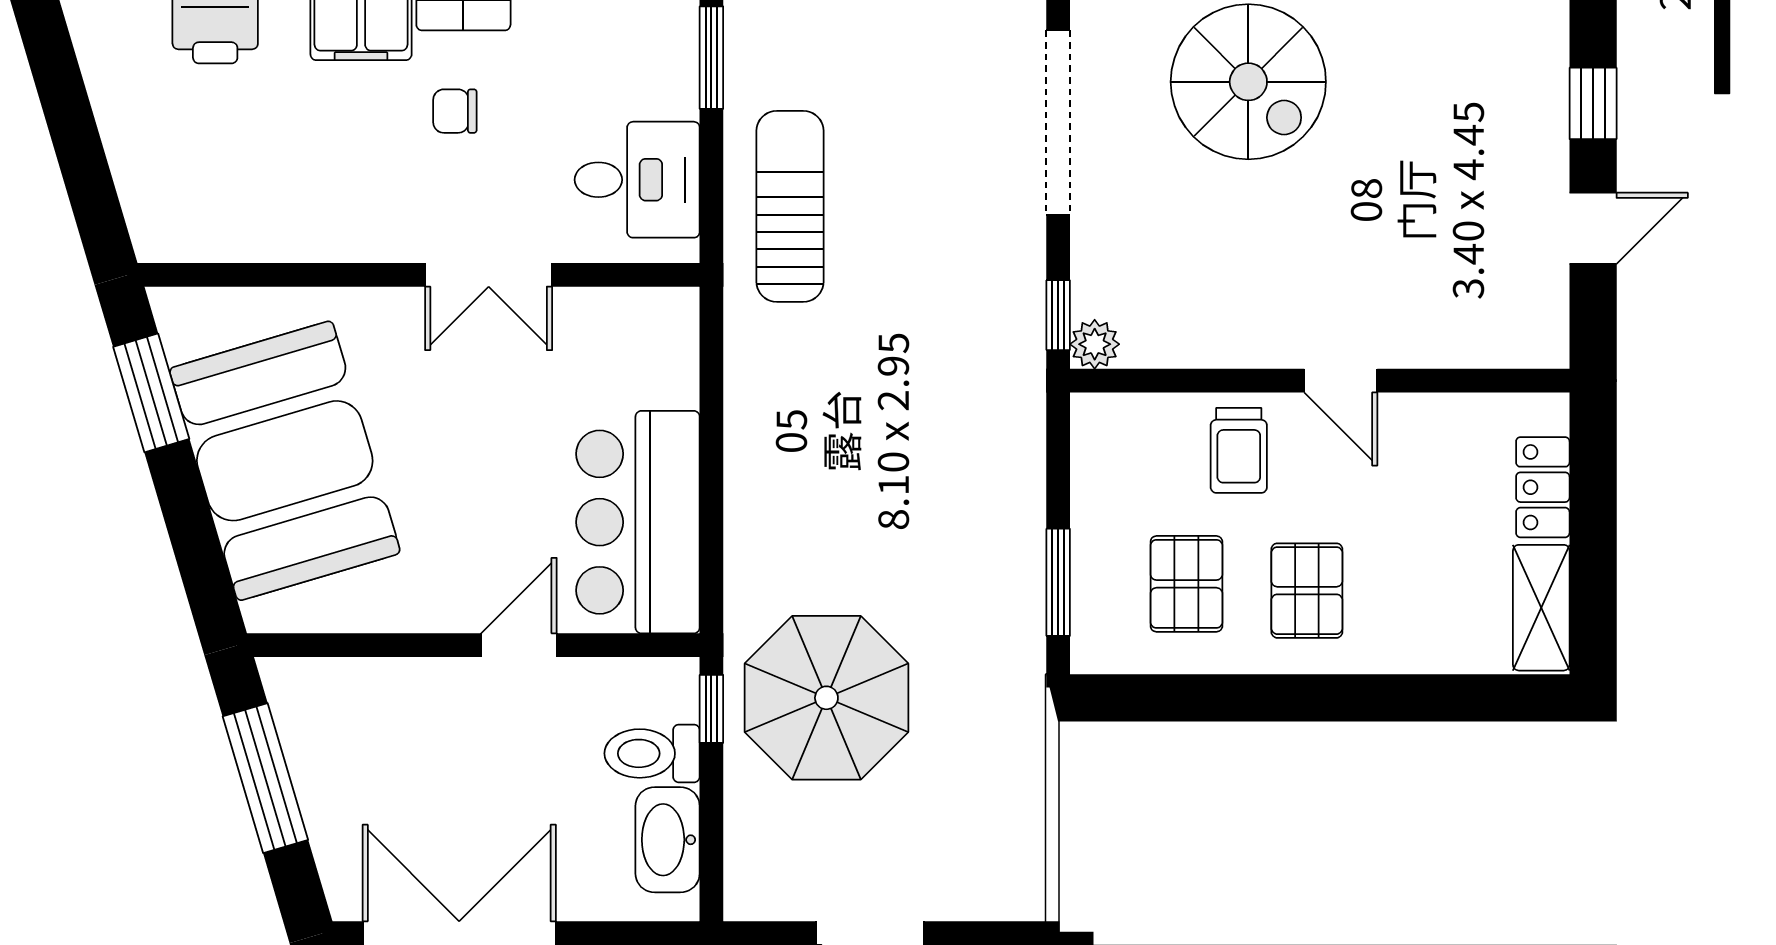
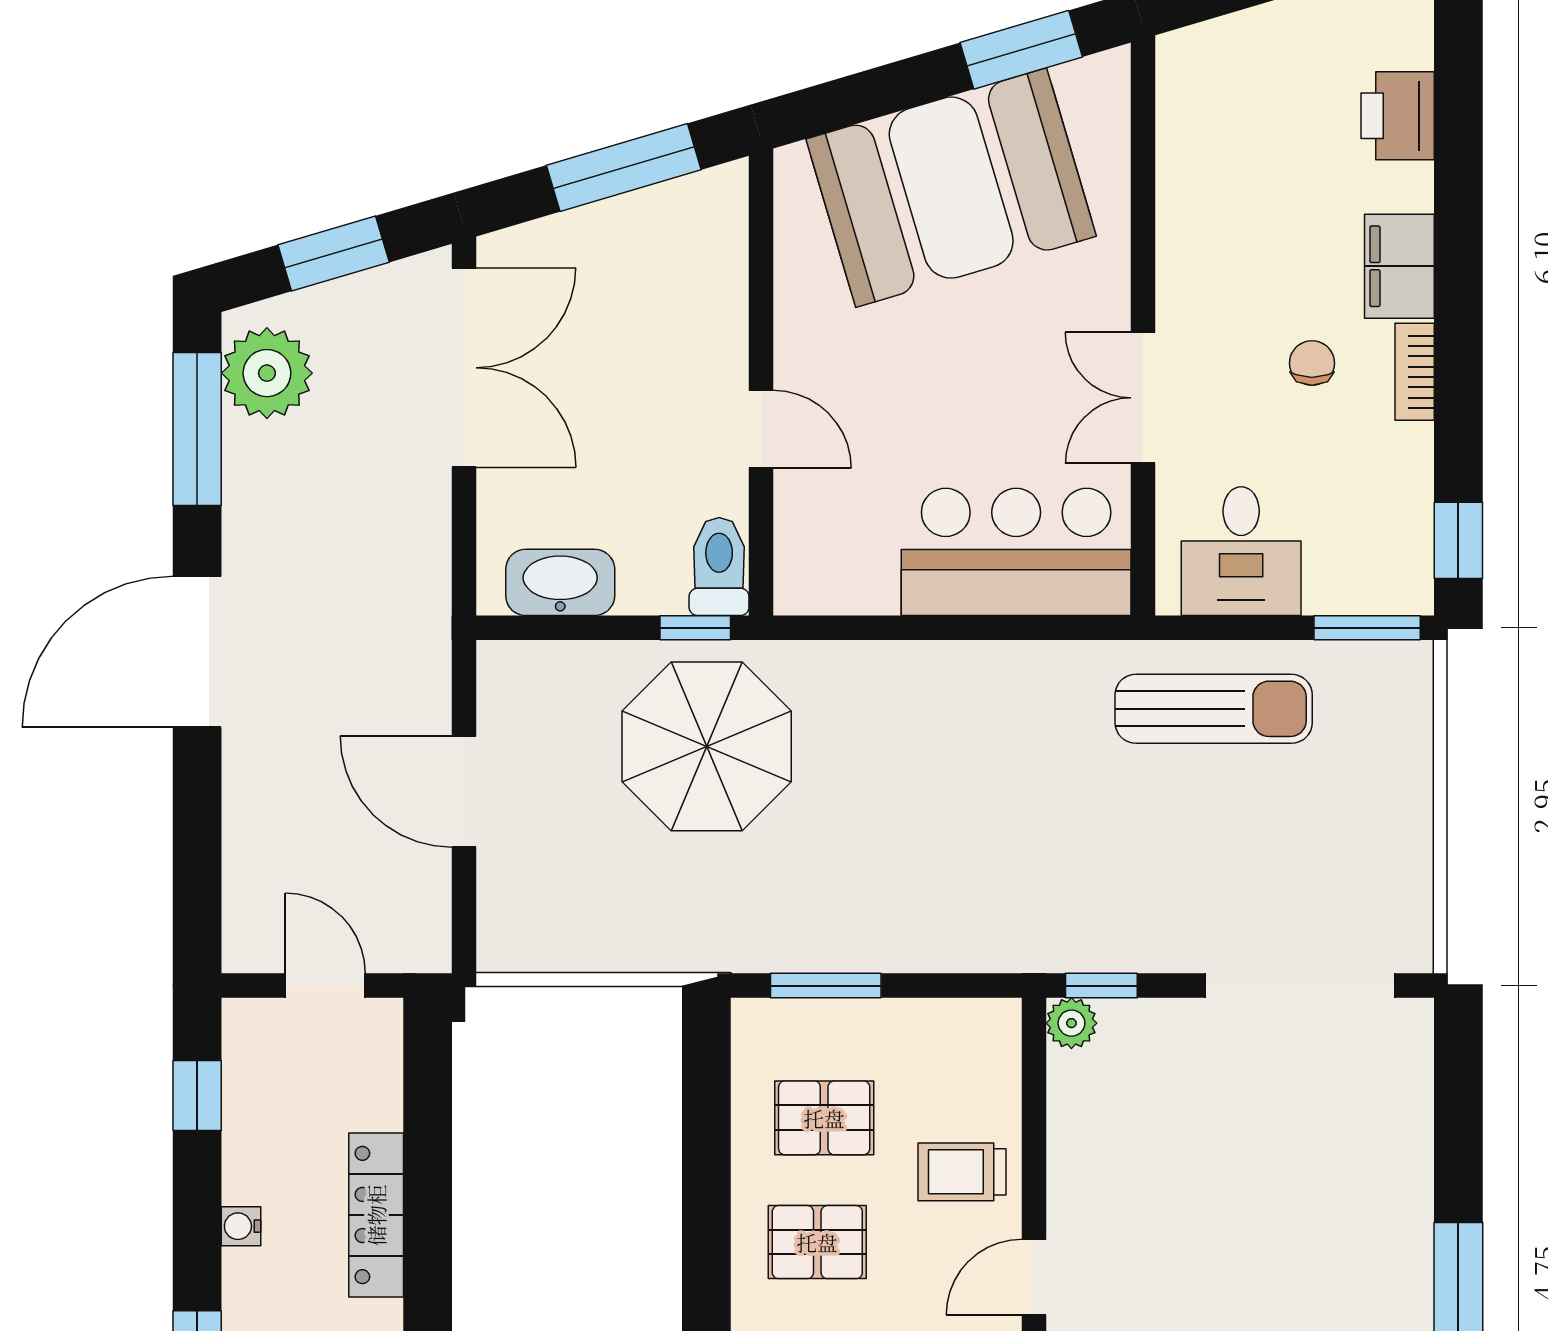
spiral stairs: (1248, 82) -> (1342, 1182), removed
bar counter: (638, 522) -> (1016, 552), moved
toilet: (652, 753) -> (719, 567), moved

